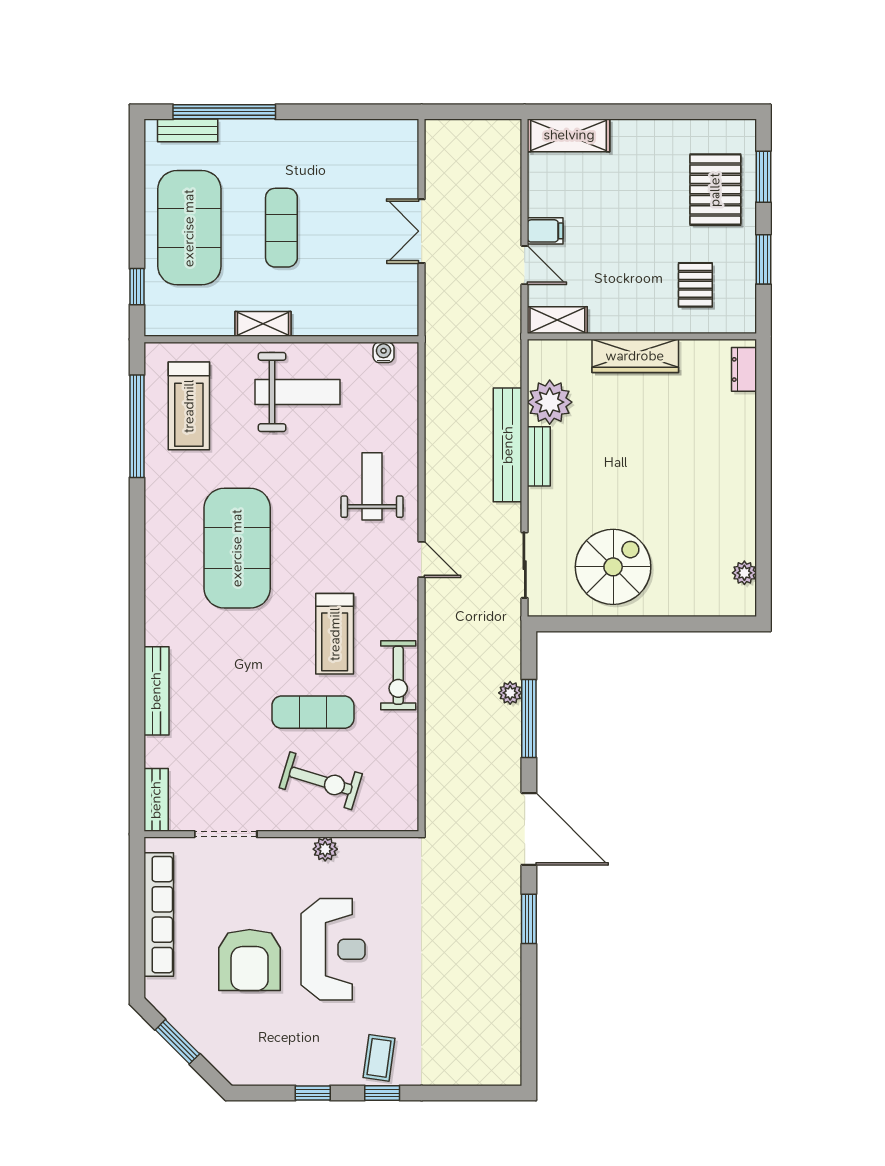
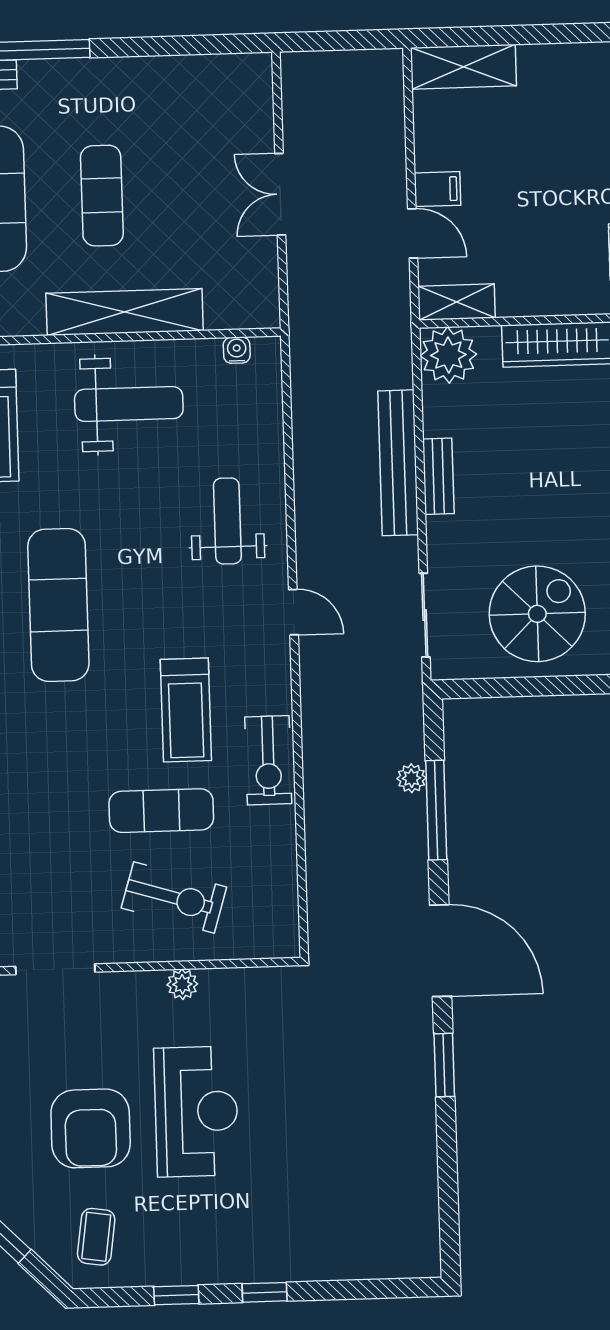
shelving: (263, 324) -> (125, 312), width x2.20, depth x1.33
plant: (550, 402) -> (448, 355), moved
exercise mat: (237, 548) -> (58, 605), width x0.68
coffee table: (379, 1058) -> (96, 1237), moved

